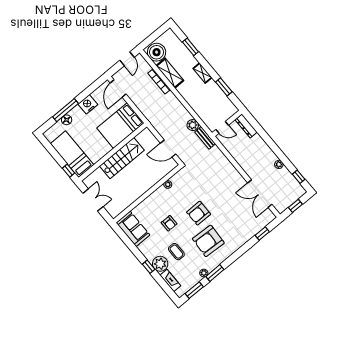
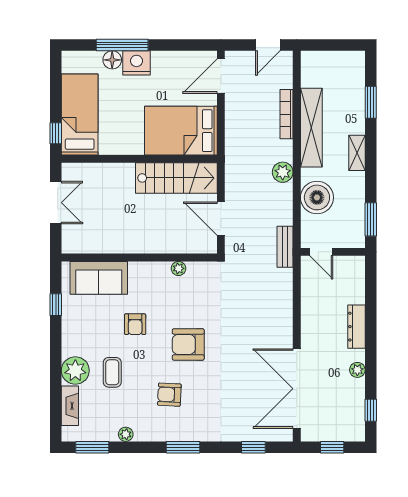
boiler: (157, 52) -> (317, 197), moved
shelving: (170, 73) -> (311, 128), width x1.47
window: (224, 87) -> (371, 219), moved
nightstand: (88, 104) -> (137, 63), moved
plant: (193, 125) -> (283, 172), moved
dresser: (246, 126) -> (356, 327), moved
stairs: (122, 158) -> (176, 178), moved
double door: (260, 194) -> (297, 389), width x1.36
sofa: (133, 229) -> (99, 278), moved, turned 90
armchair: (208, 241) -> (169, 395), width x0.53, depth x0.53
window: (149, 267) -> (56, 305), moved
window: (215, 273) -> (183, 447), moved

